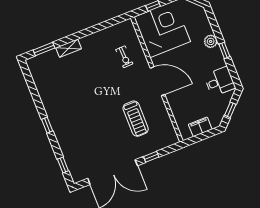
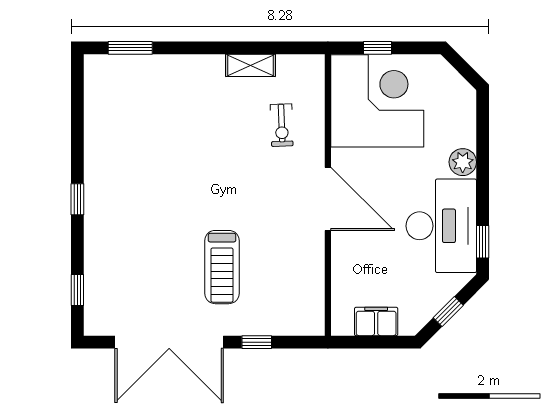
shelving: (69, 48) -> (250, 65), moved
window: (224, 50) -> (483, 242), moved
desk: (220, 81) -> (441, 226), width x1.87, depth x1.30
treadmill: (136, 119) -> (222, 267), moved

